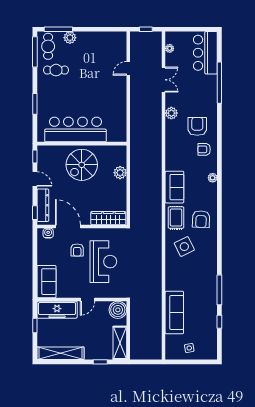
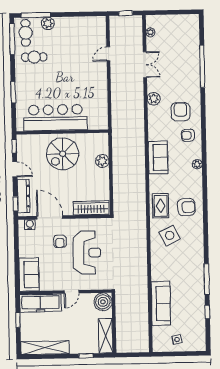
bar counter: (205, 53) -> (187, 36), removed
sofa: (174, 187) -> (158, 157), moved
armchair: (201, 219) -> (186, 207), turned -94

